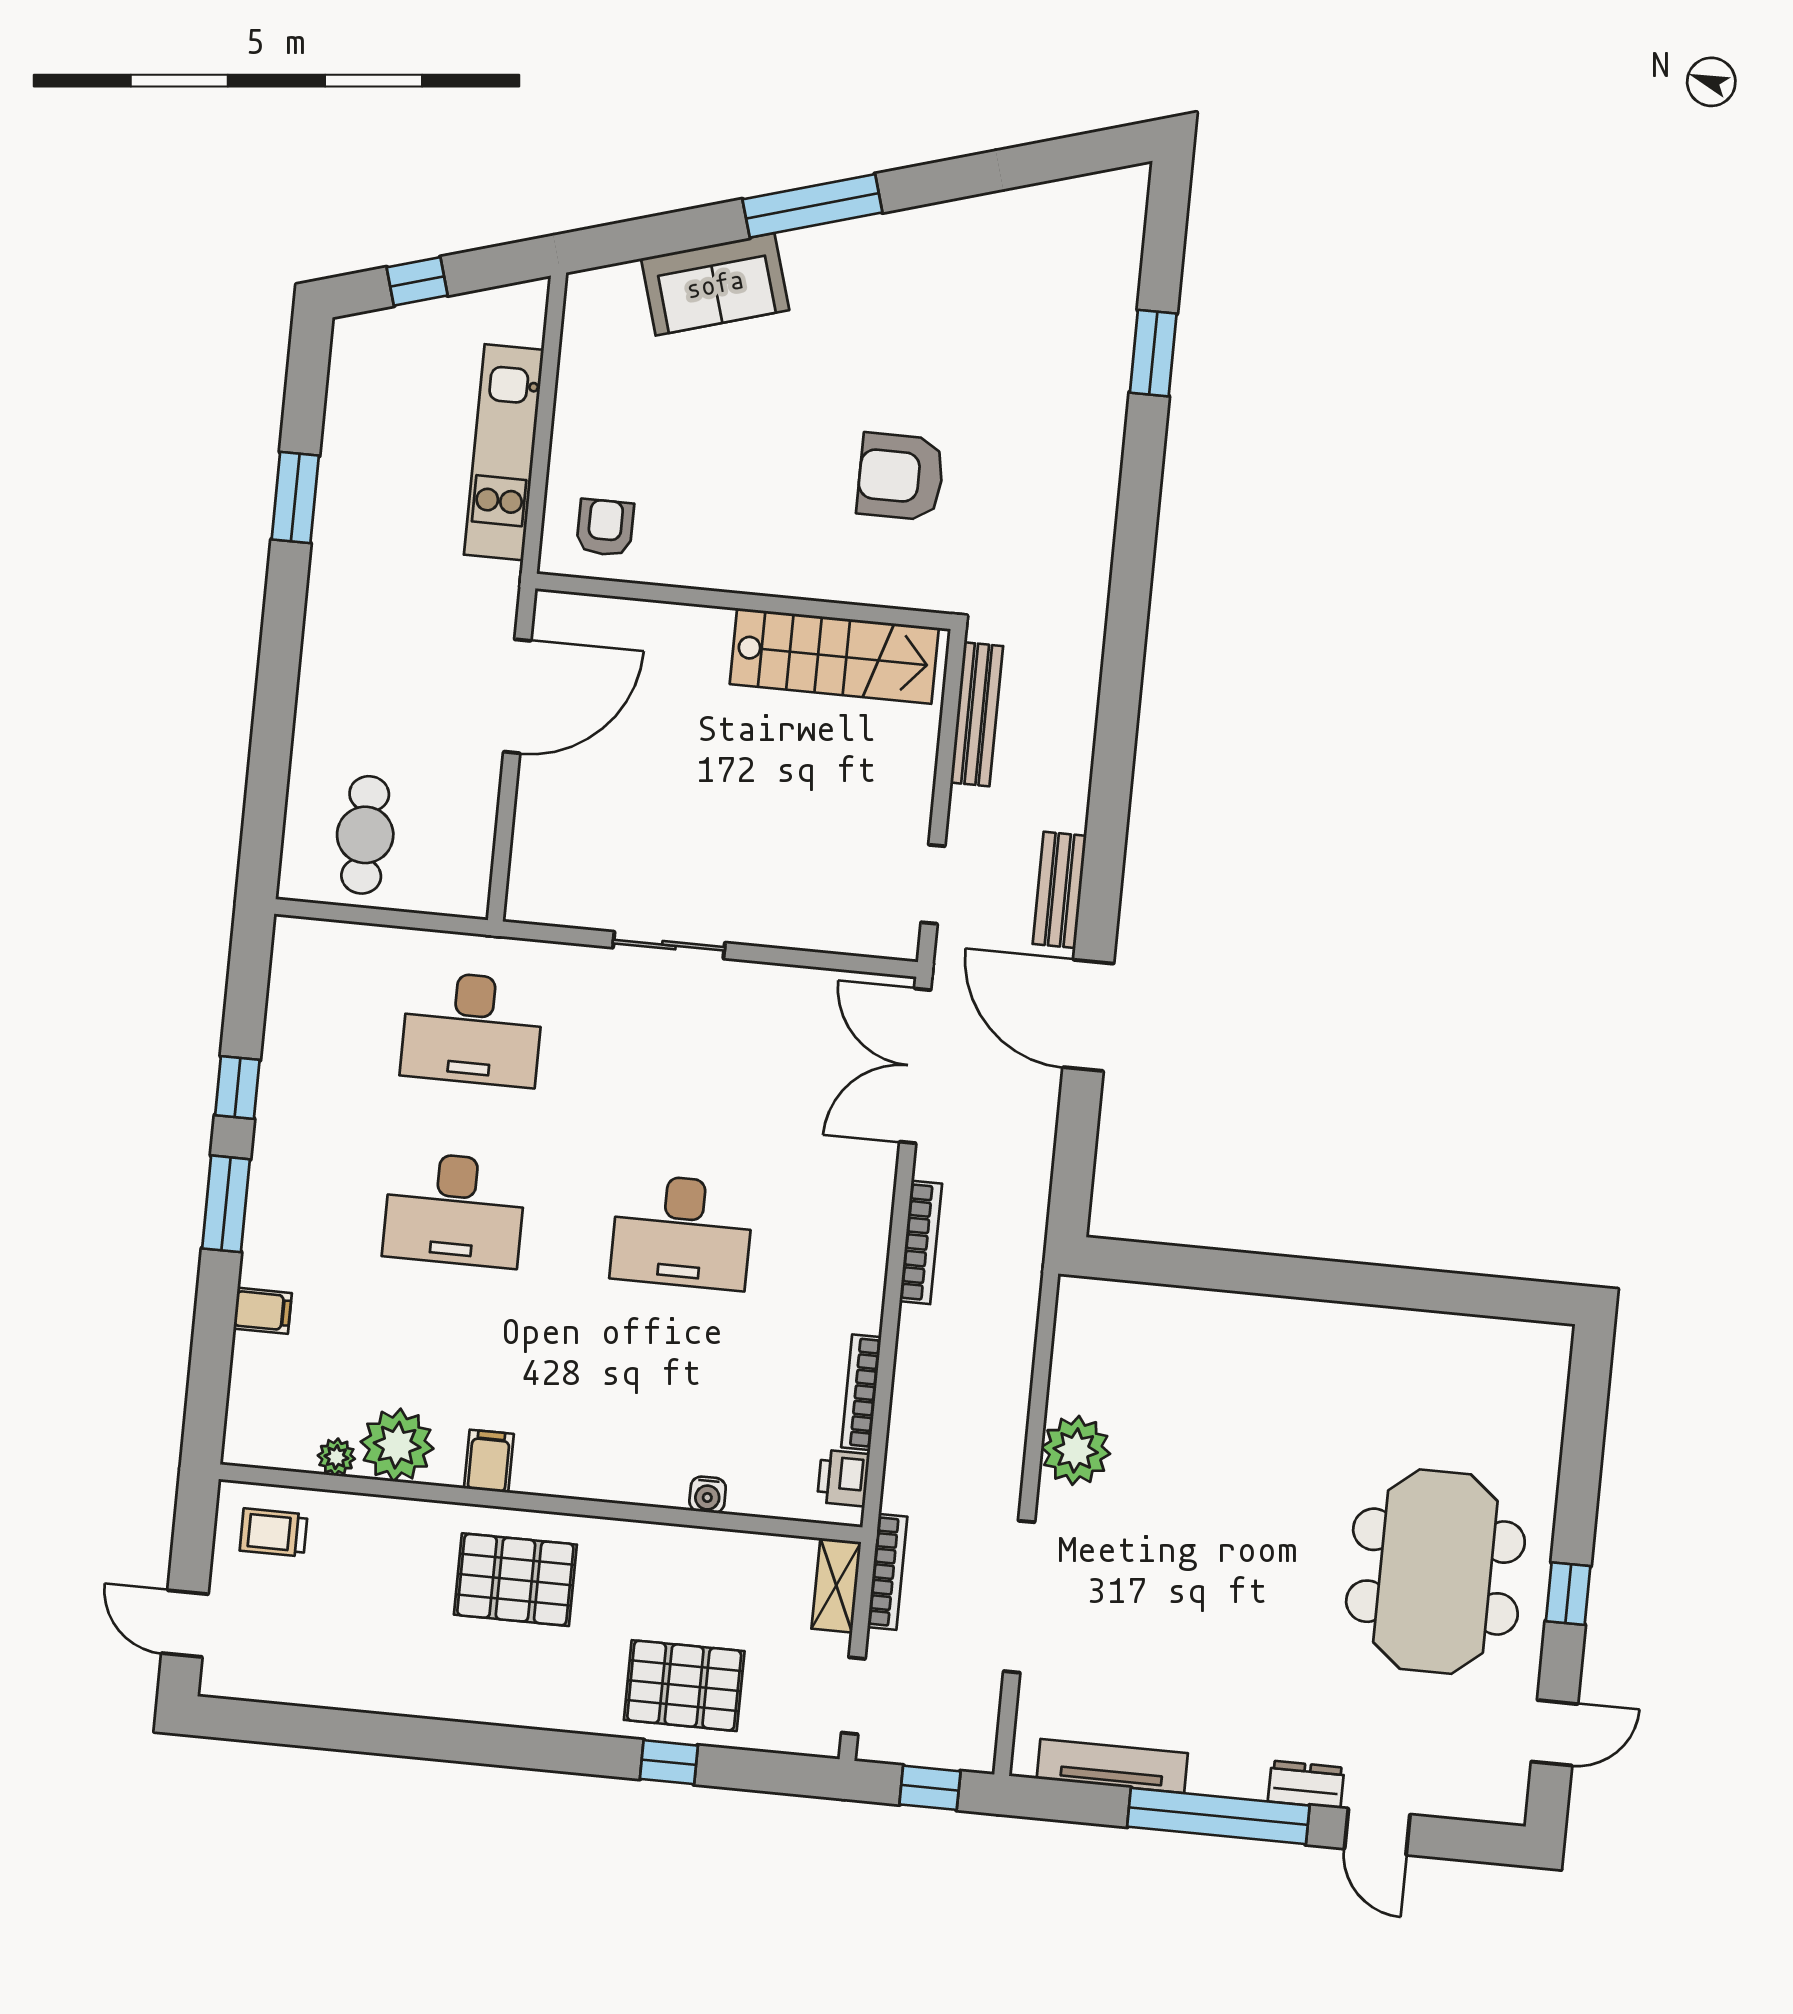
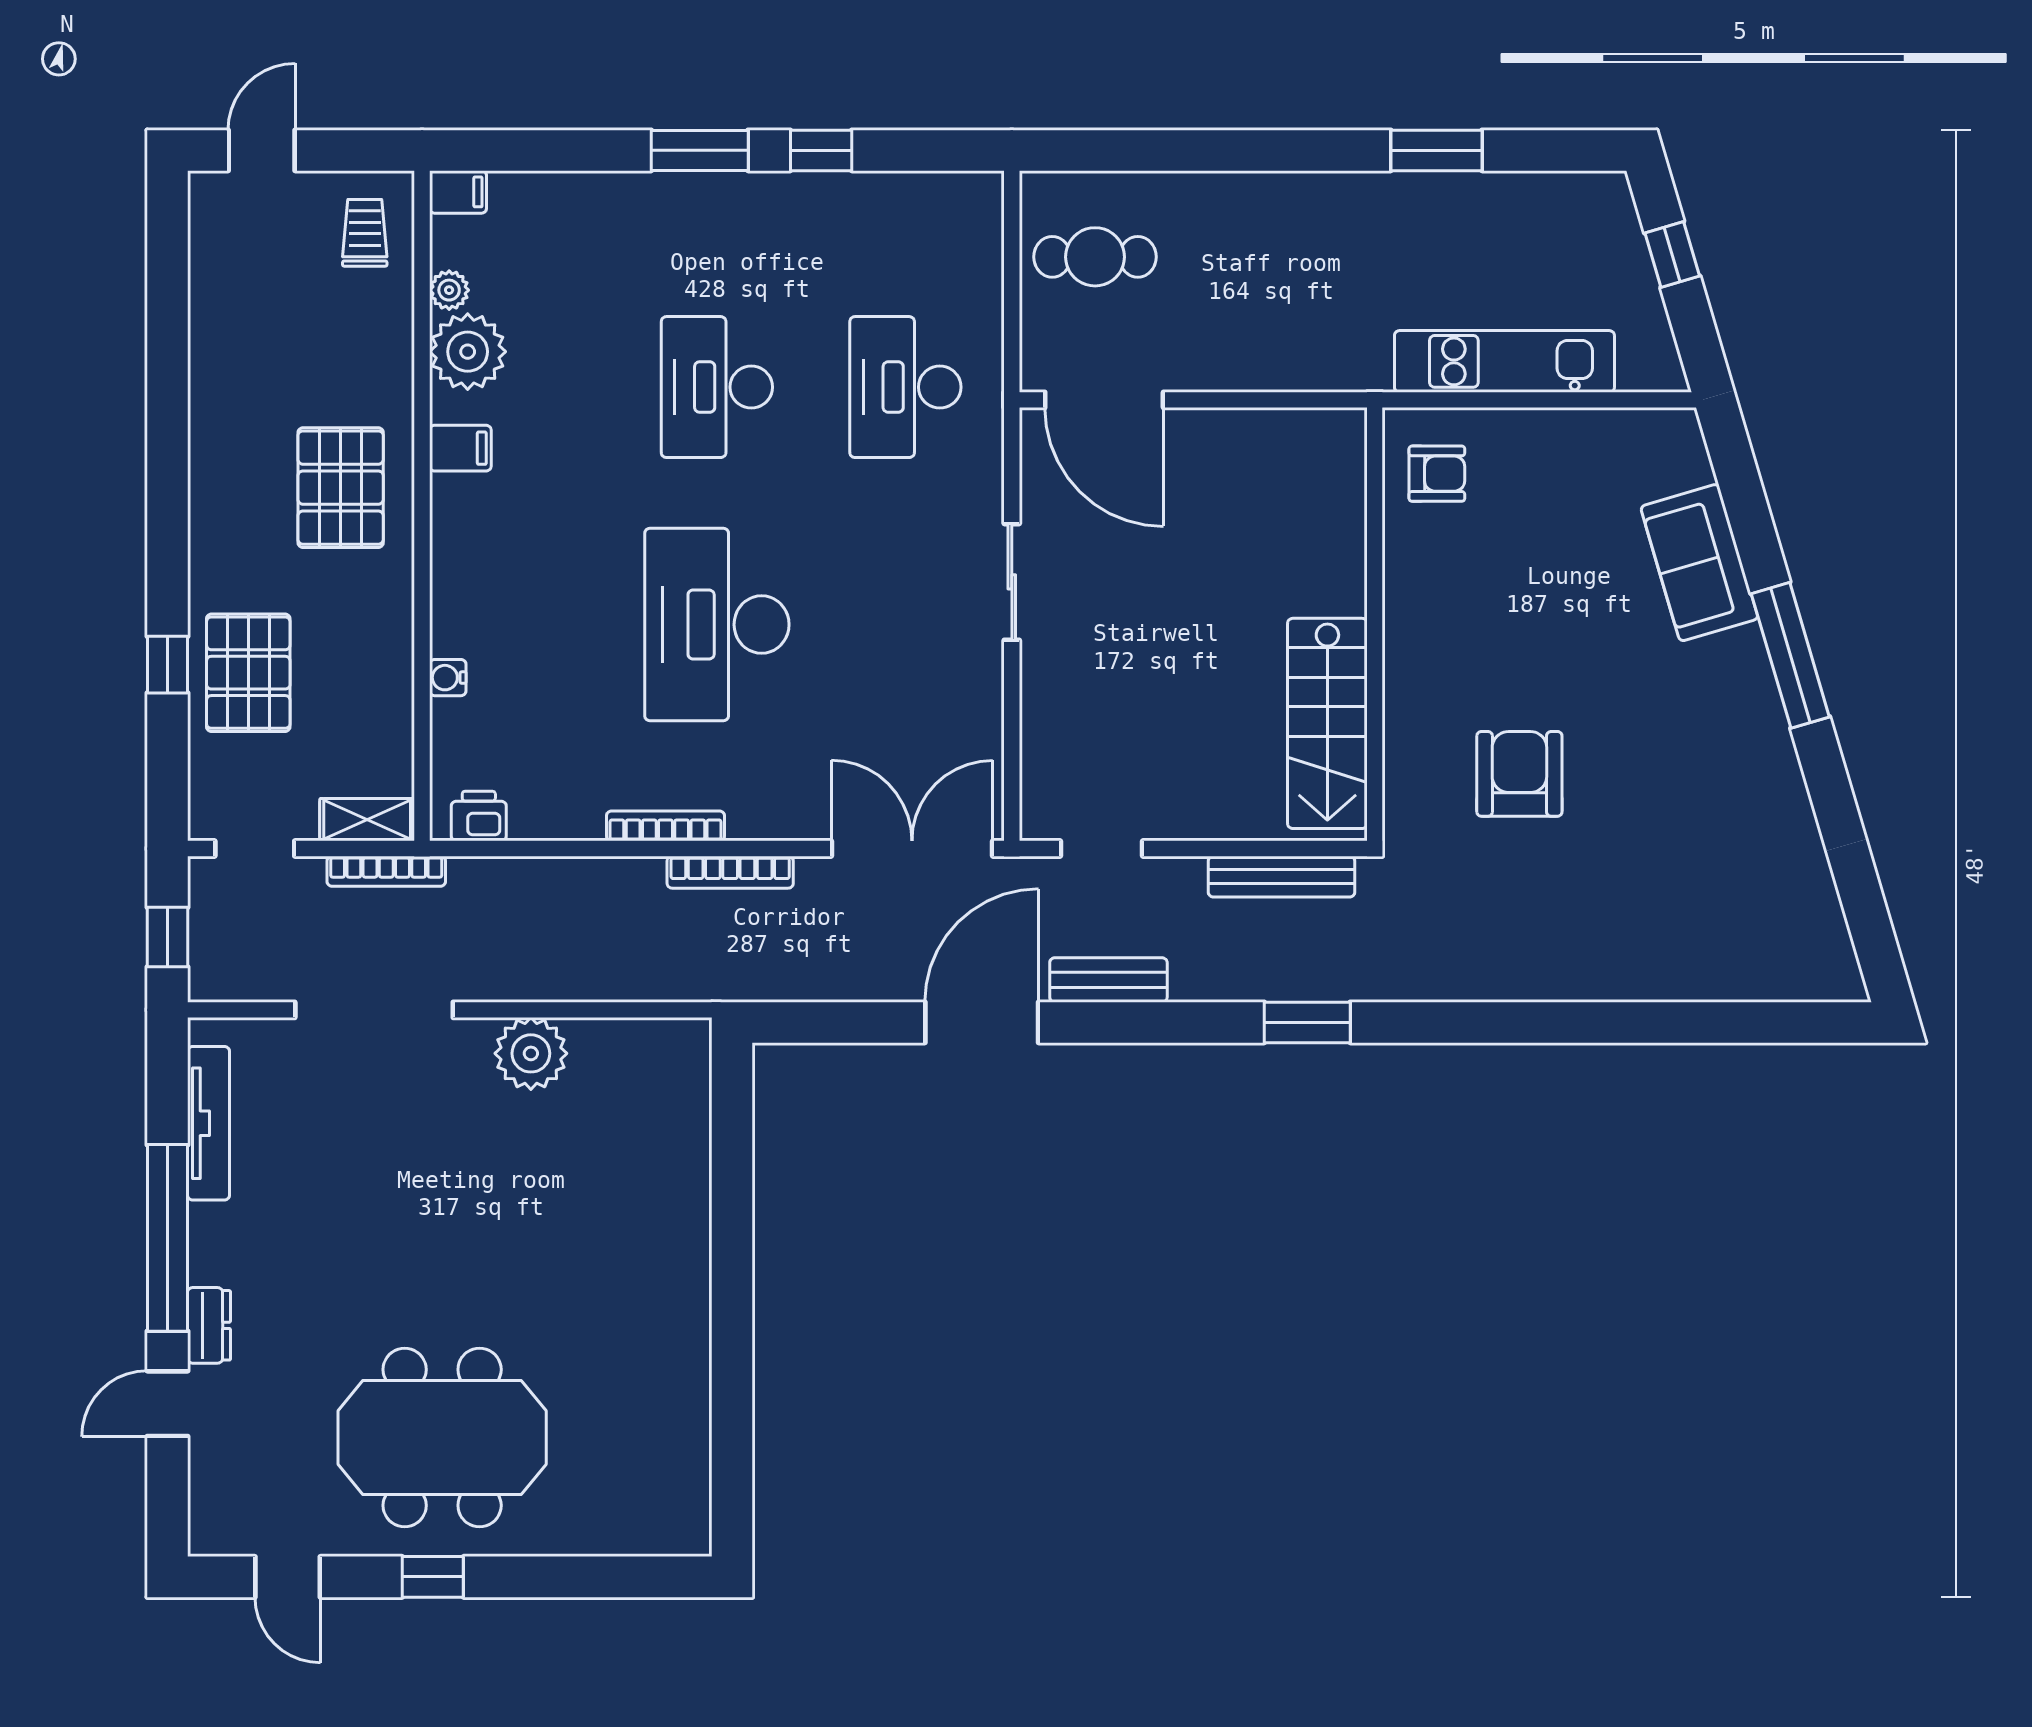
window: (1153, 353) -> (1307, 1022), moved
door: (517, 696) -> (1104, 400), moved
desk: (682, 1232) -> (717, 625), width x1.36, depth x1.30
filing cabinet: (263, 1311) -> (458, 192), moved, turned -90
bookcase: (861, 1392) -> (665, 826), moved

